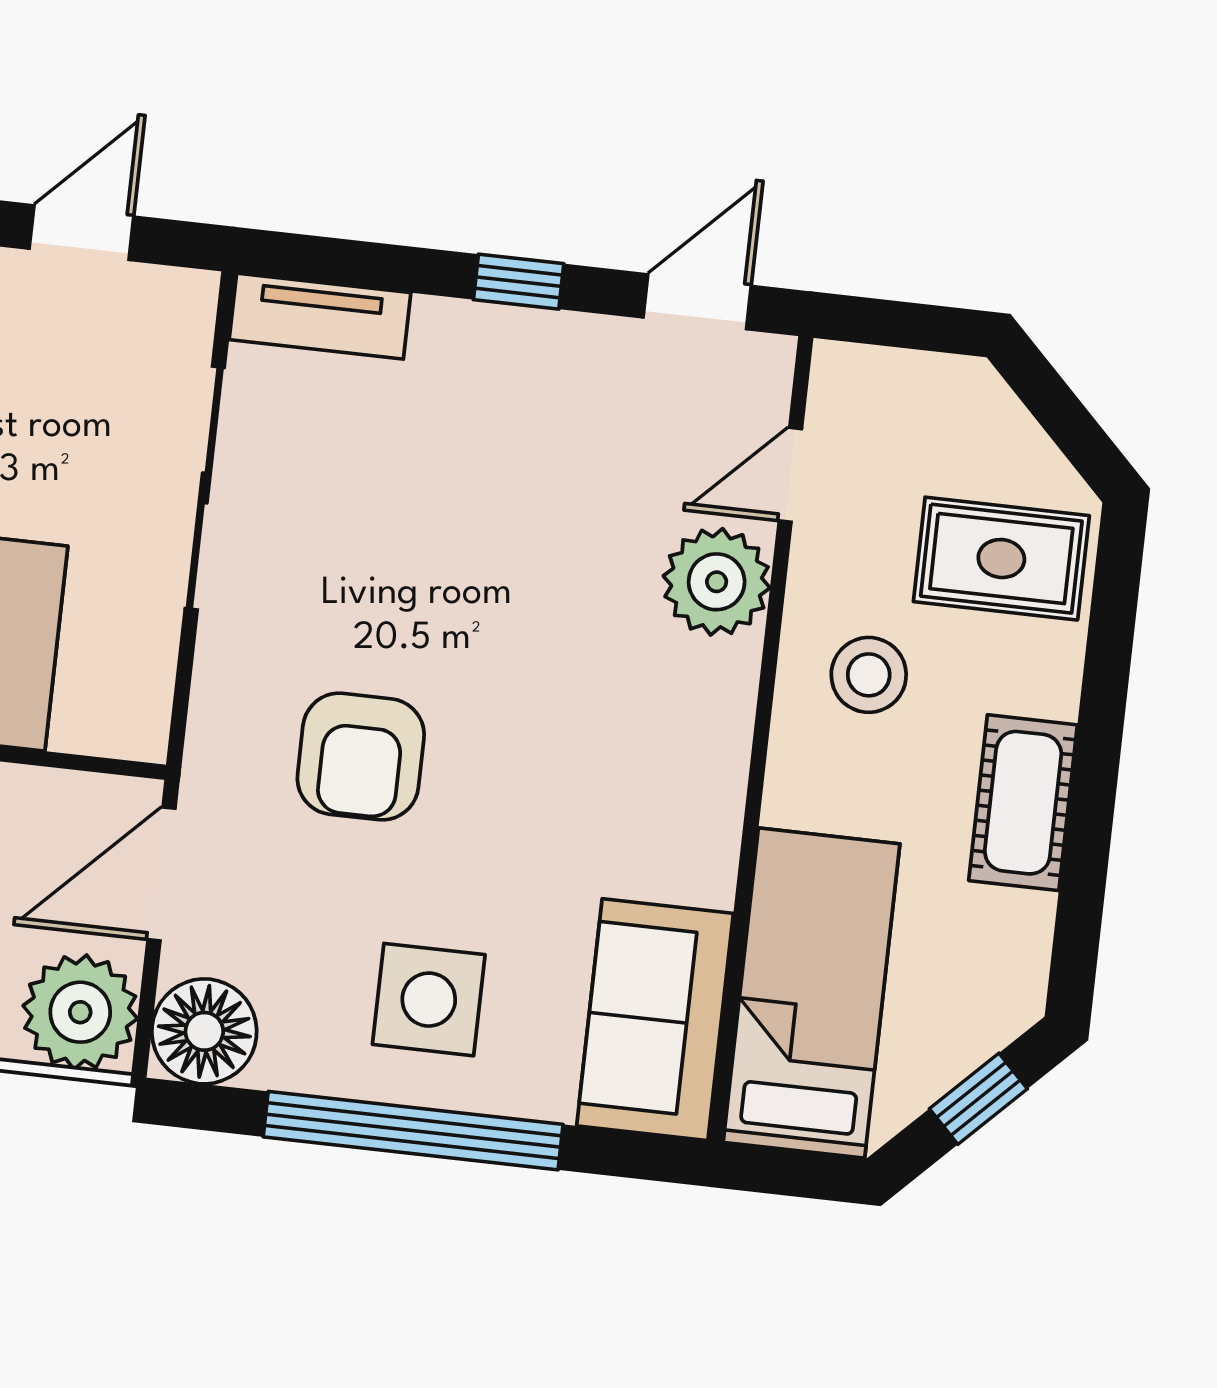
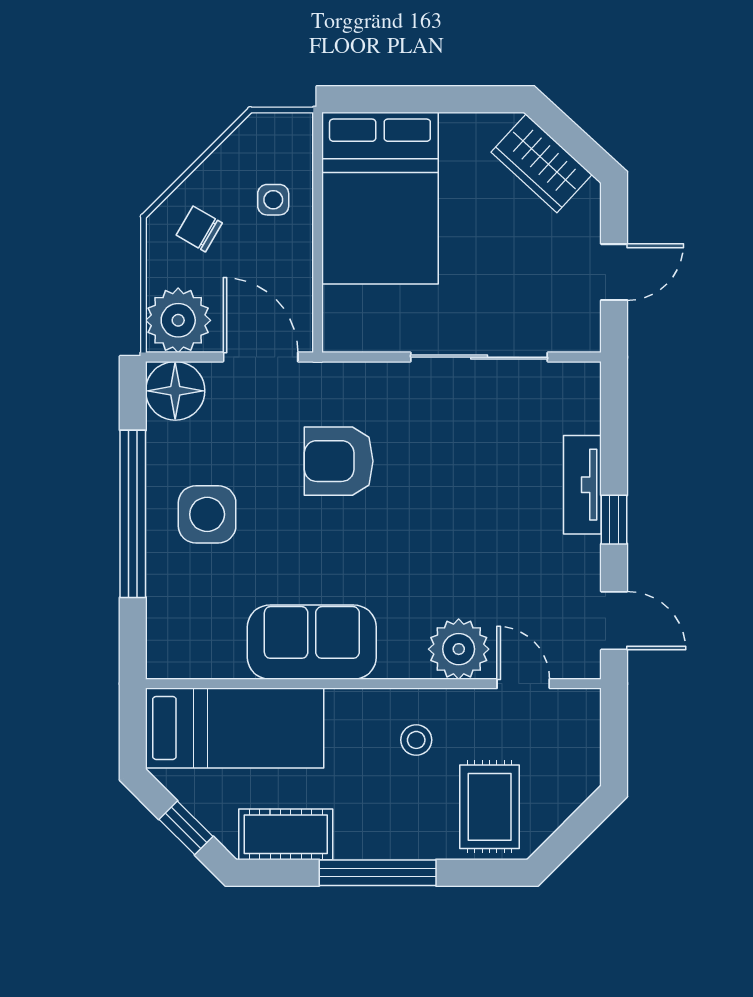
door: (81, 233) -> (614, 272), hinge flipped
tv unit: (320, 316) -> (582, 485), moved
stool: (869, 675) -> (416, 740), width x0.73, depth x0.73
window: (1096, 769) -> (378, 873), added
cot: (1023, 803) -> (286, 834), moved
sofa: (655, 1020) -> (312, 642), moved

